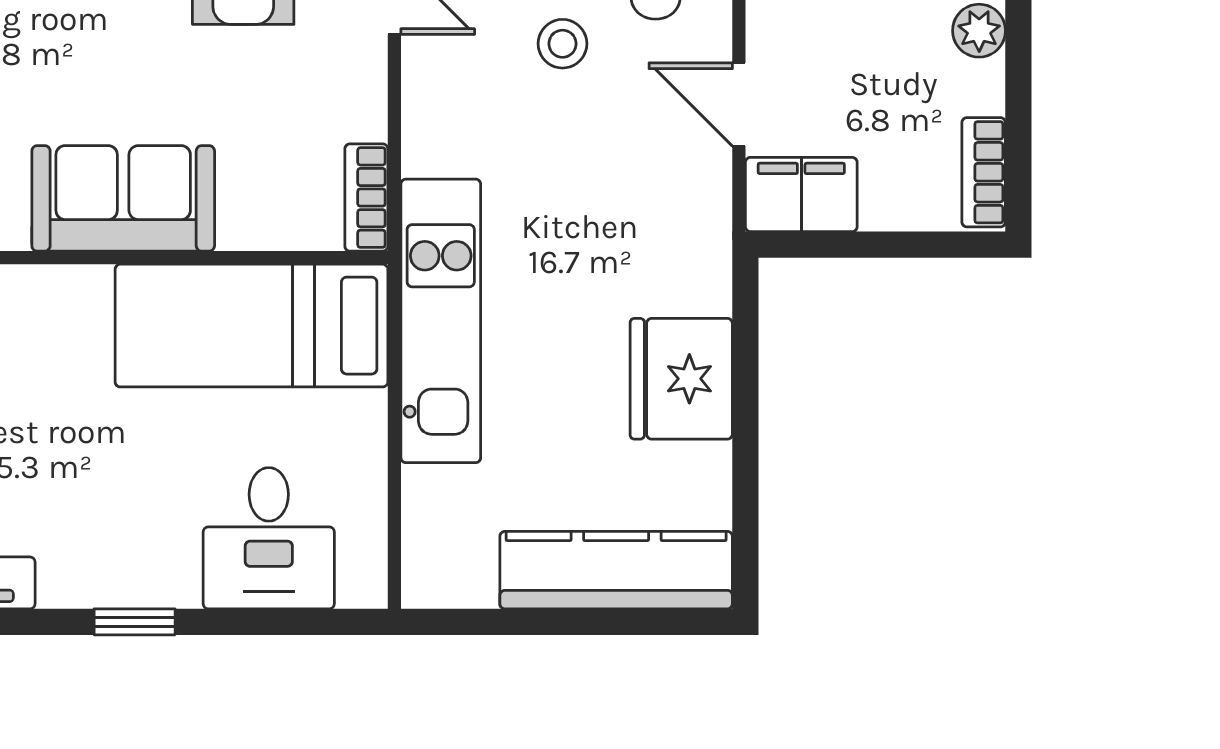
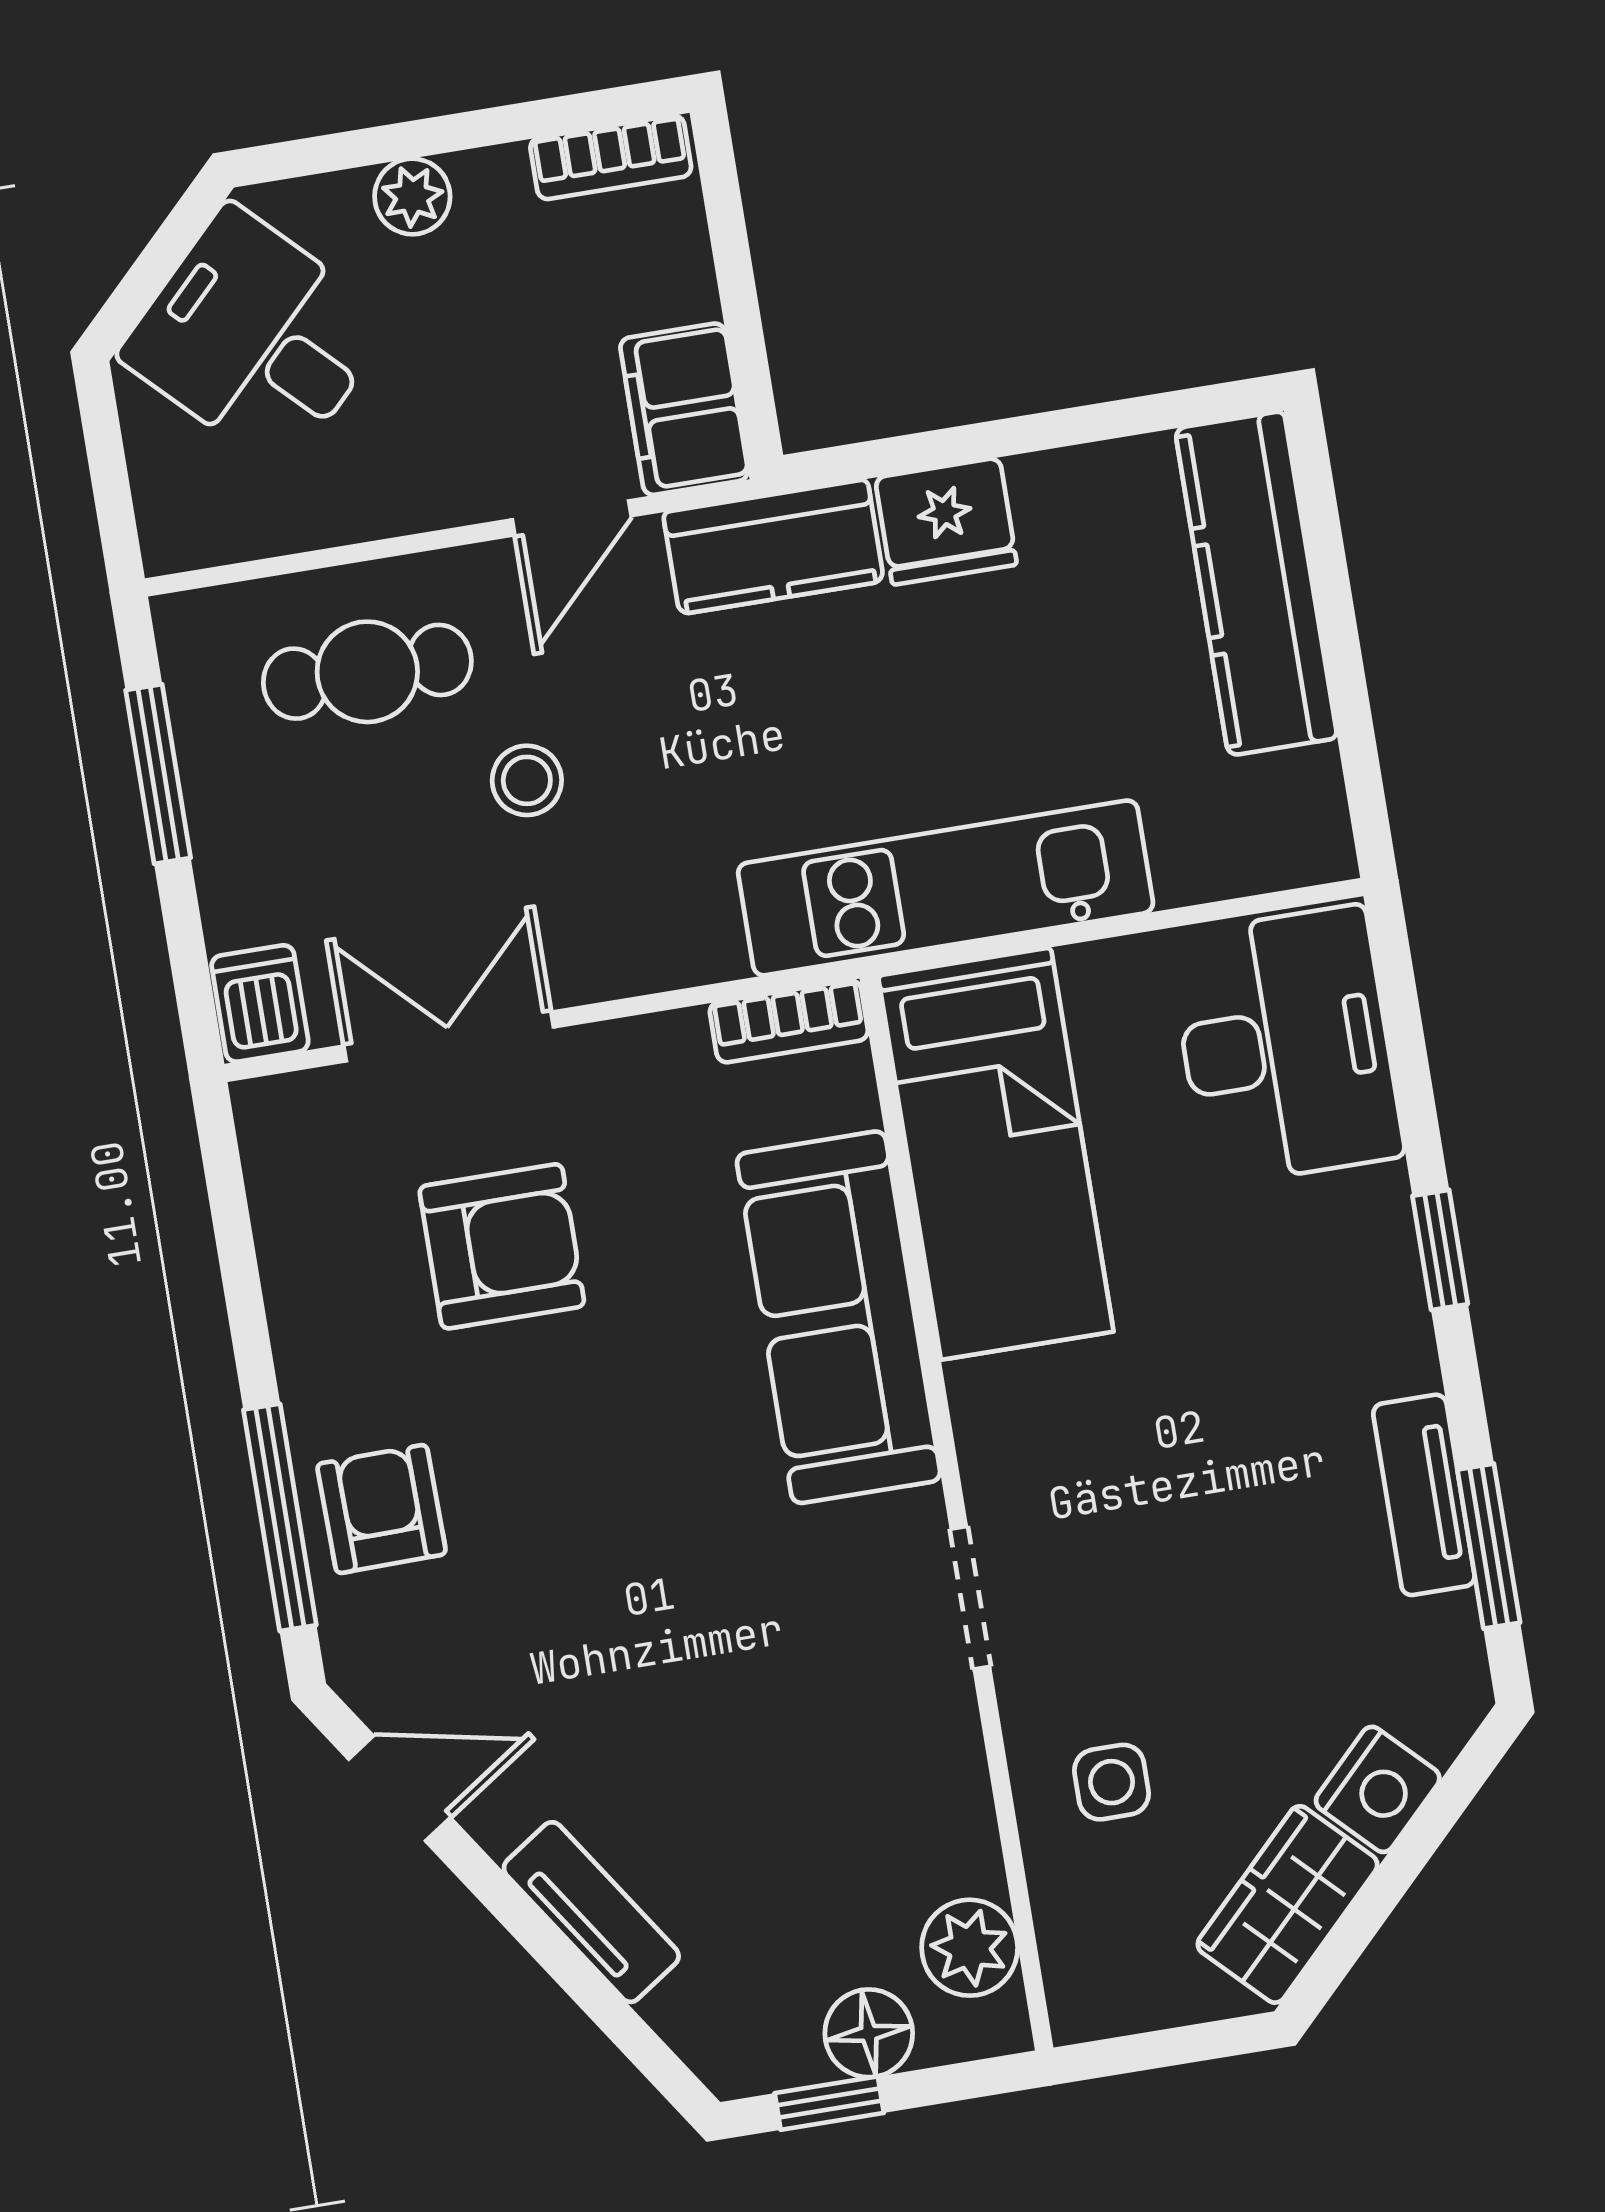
sofa: (123, 198) -> (839, 1317), width x1.36
kitchen counter: (696, 241) -> (773, 547), added
fridge: (681, 379) -> (946, 521), width x0.73, depth x0.75
desk: (269, 538) -> (1286, 1046), width x1.37

